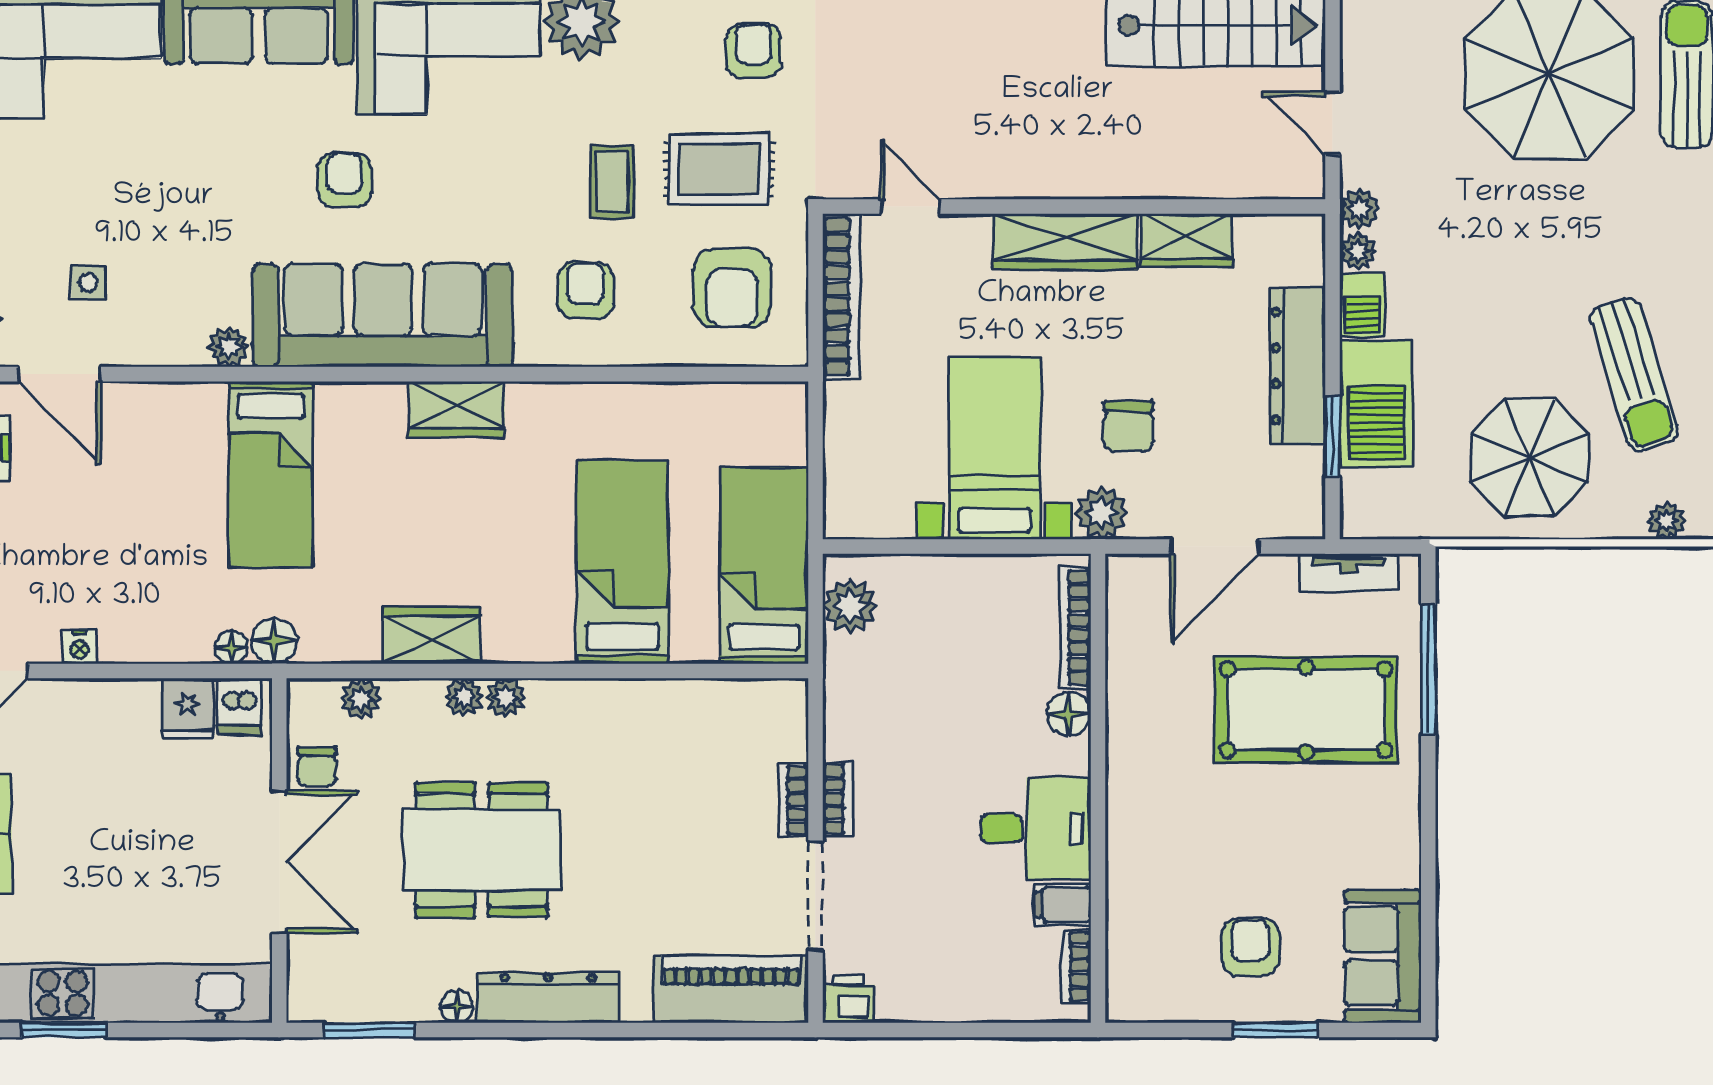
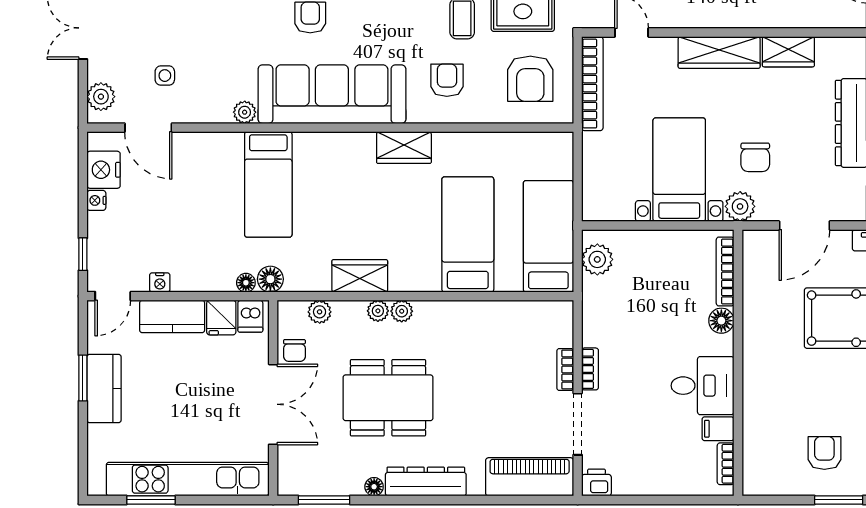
wardrobe: (456, 409) -> (404, 148), moved
kitchen counter: (101, 707) -> (172, 316), added

